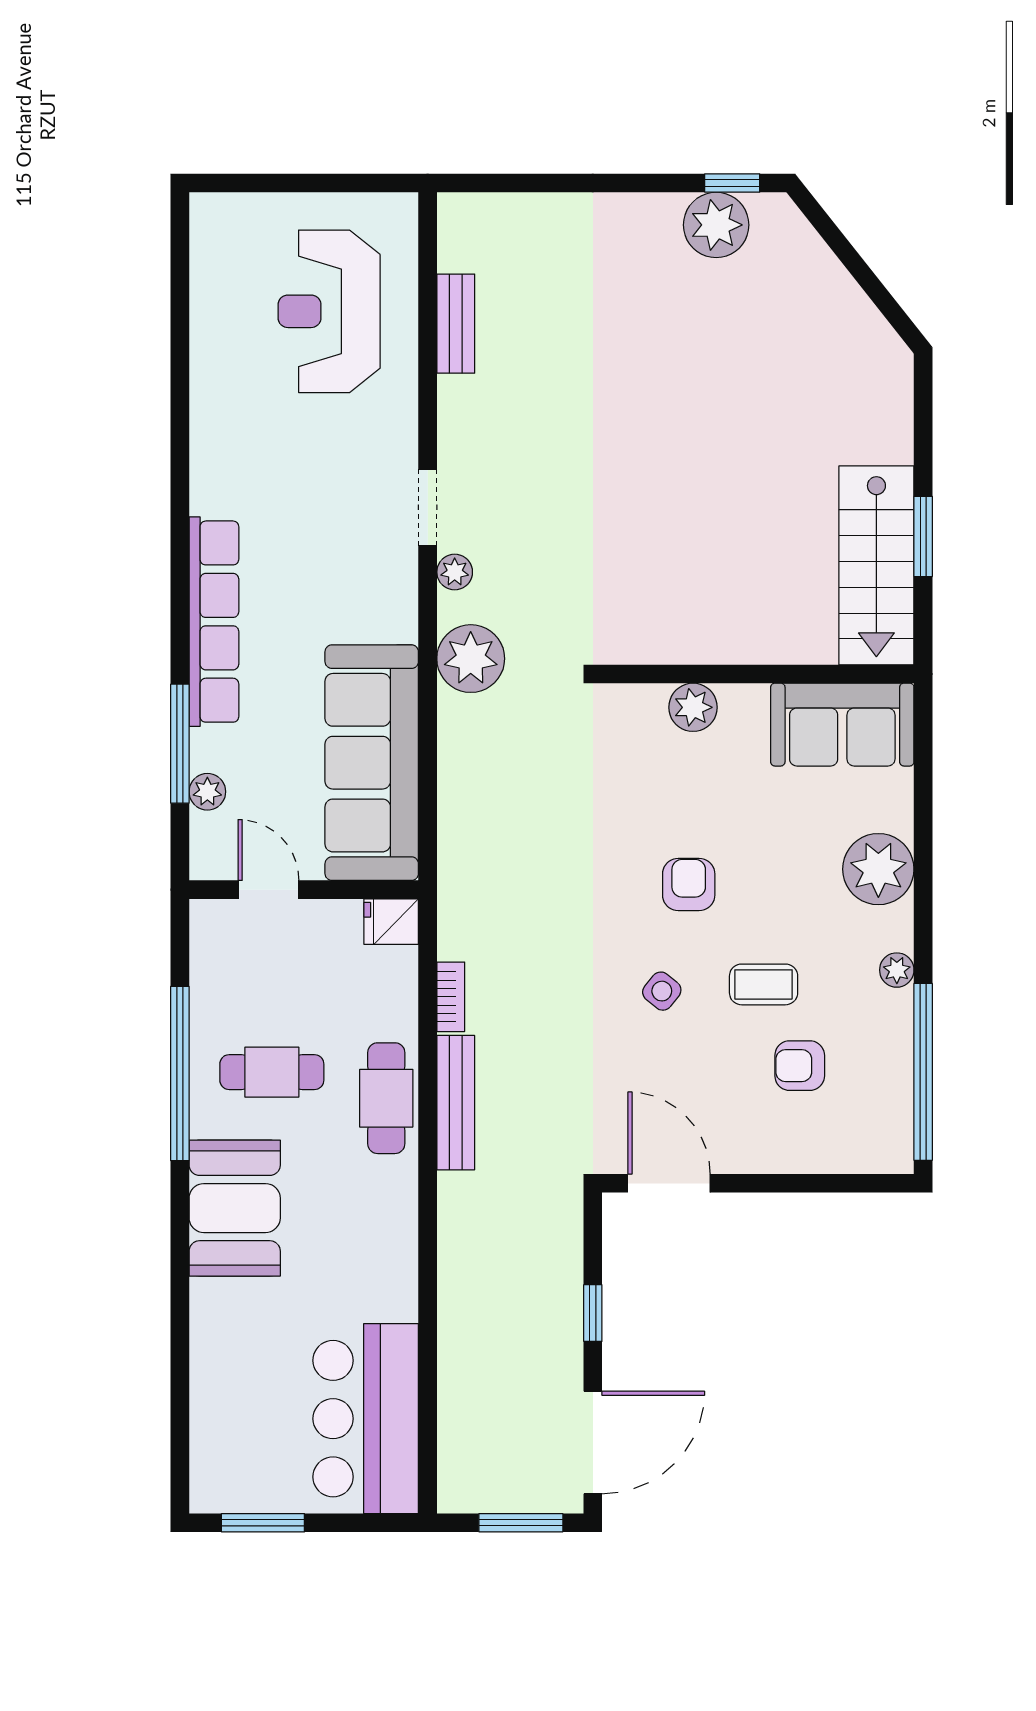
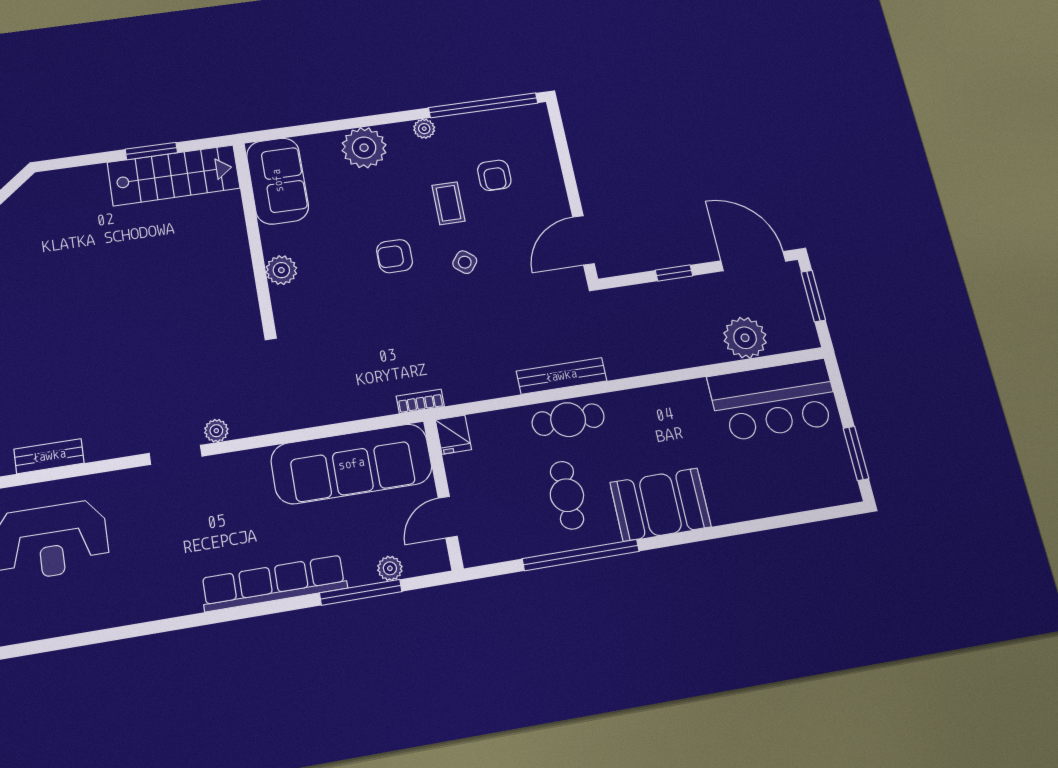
plant: (471, 659) -> (745, 338), moved
bookcase: (451, 997) -> (420, 401), moved

